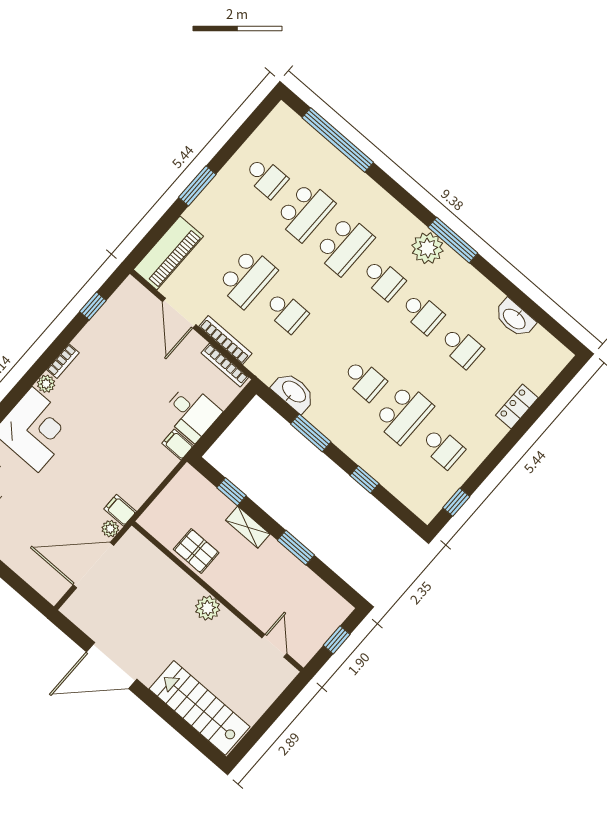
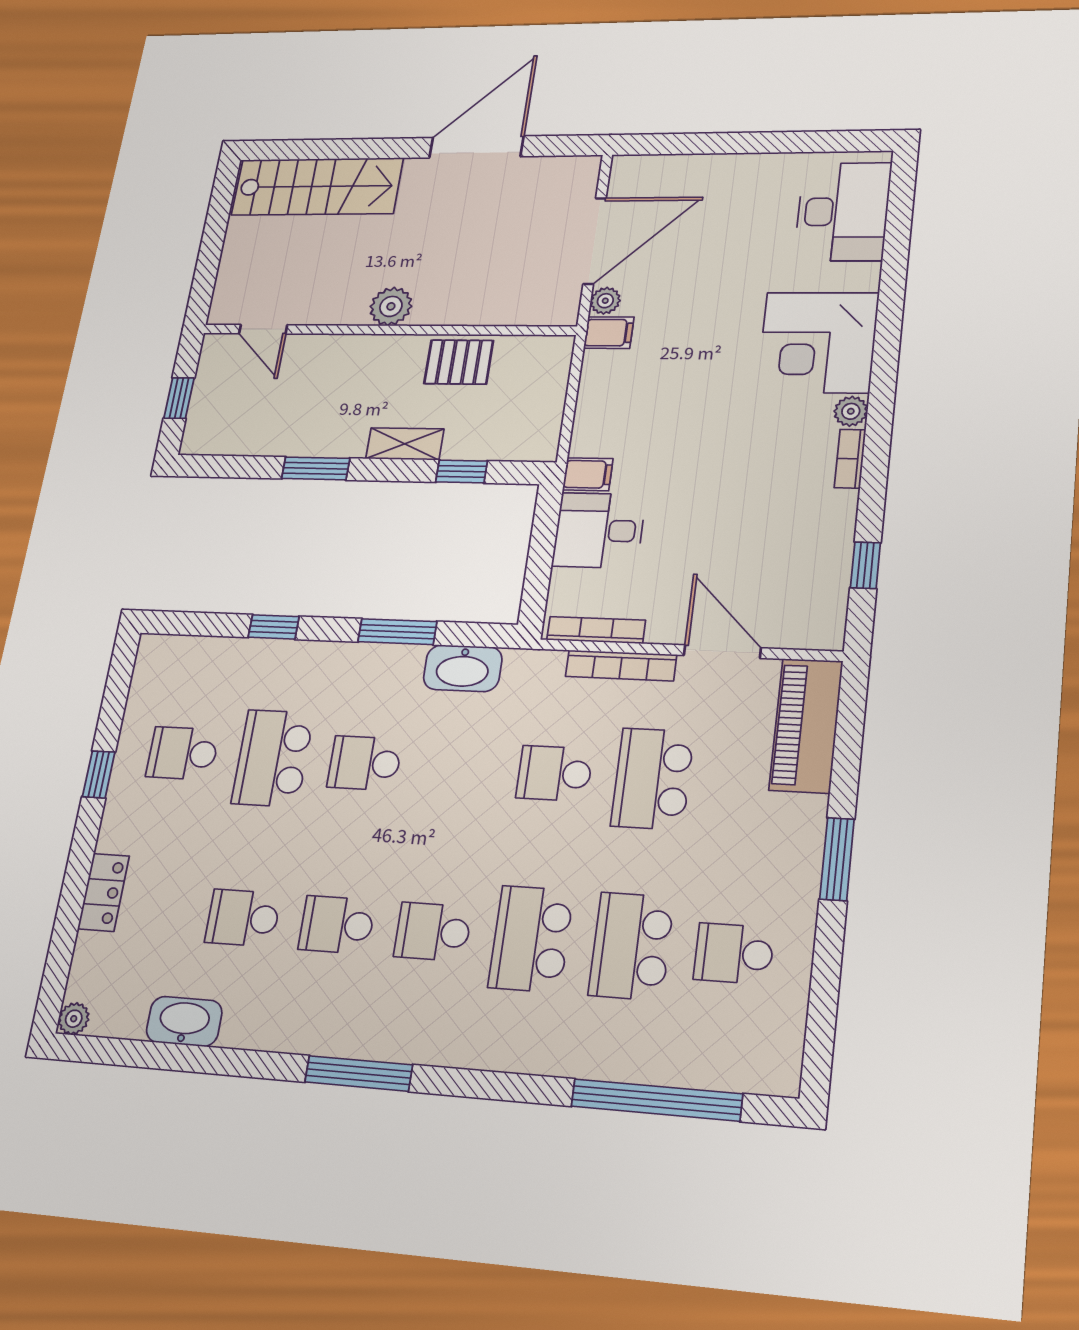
plant: (427, 248) -> (74, 1019), moved, width x0.53, depth x0.53
window: (456, 502) -> (99, 774), moved

